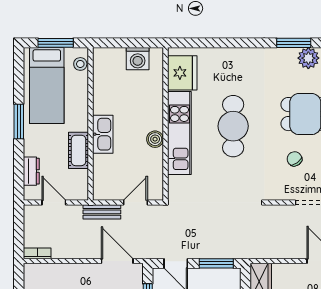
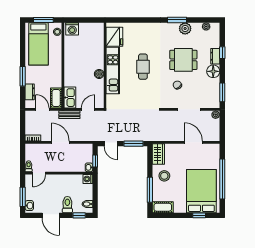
washing machine: (138, 59) -> (72, 29), moved
window: (19, 122) -> (23, 76), moved
cafe table: (233, 126) -> (143, 67), width x0.73, depth x0.74
kitchen sink: (103, 134) -> (70, 98), moved
cot: (78, 150) -> (56, 98), moved
door: (117, 261) -> (60, 142), moved

